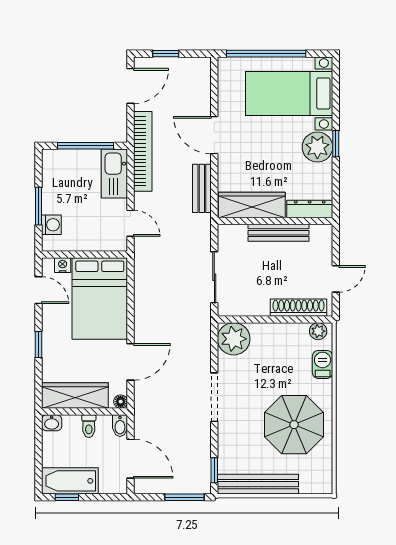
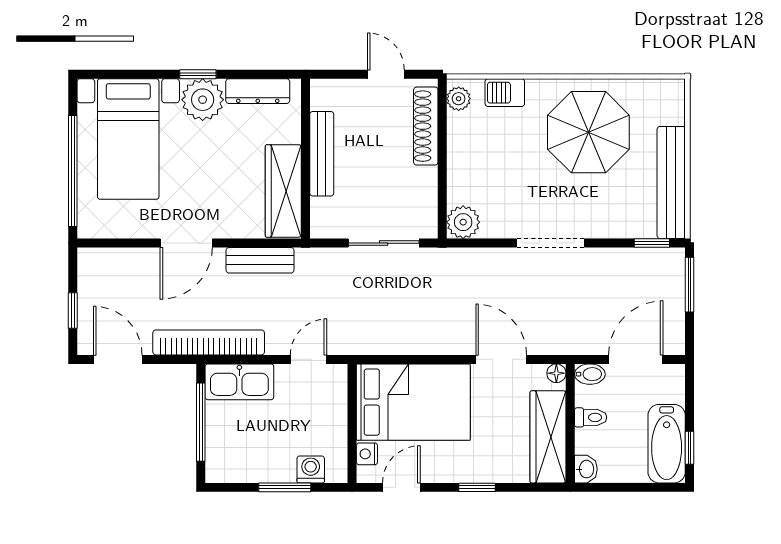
dresser: (310, 209) -> (258, 91), moved, turned -90
plant: (234, 339) -> (463, 222), width x0.73, depth x0.73

